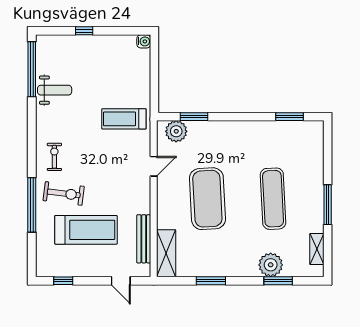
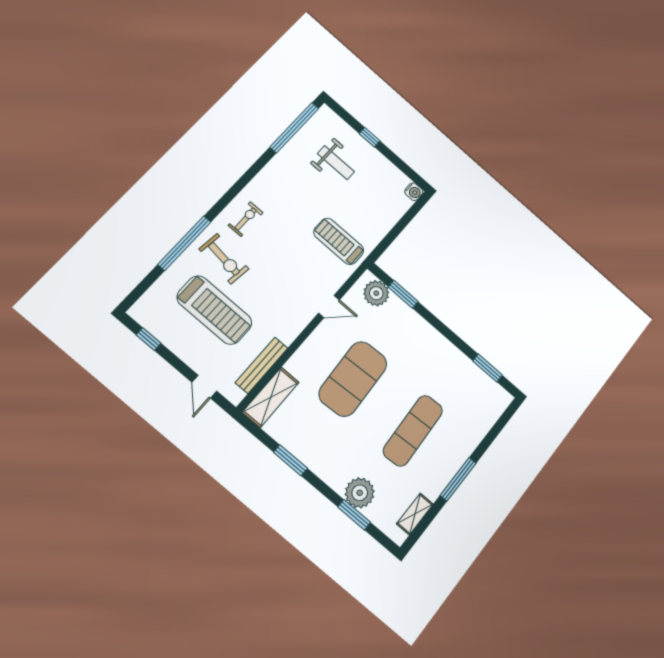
weight bench: (55, 90) -> (336, 163), moved

